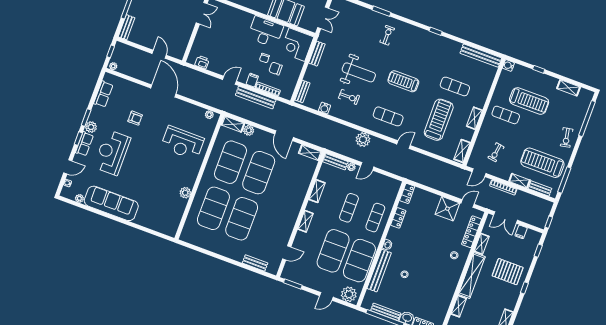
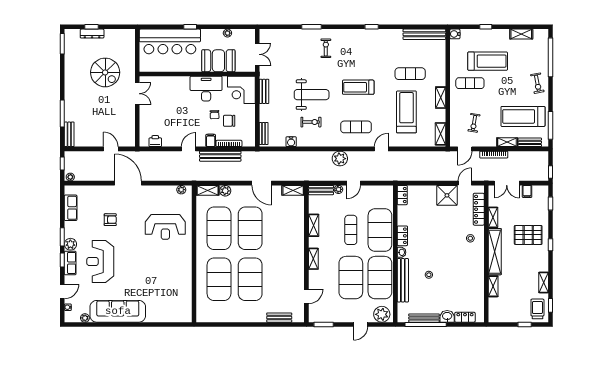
plant: (185, 193) -> (186, 274), removed
exercise mat: (375, 218) -> (380, 230), width x2.00, depth x1.45
locker: (398, 218) -> (402, 236), moved

